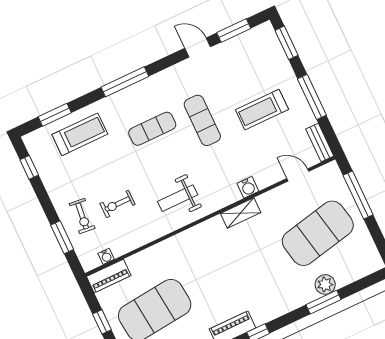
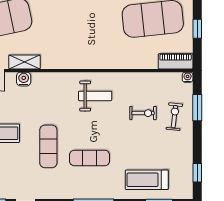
water cooler: (248, 187) -> (24, 79), moved
shelving: (241, 213) -> (25, 62), moved
water cooler: (106, 256) -> (188, 77), moved

